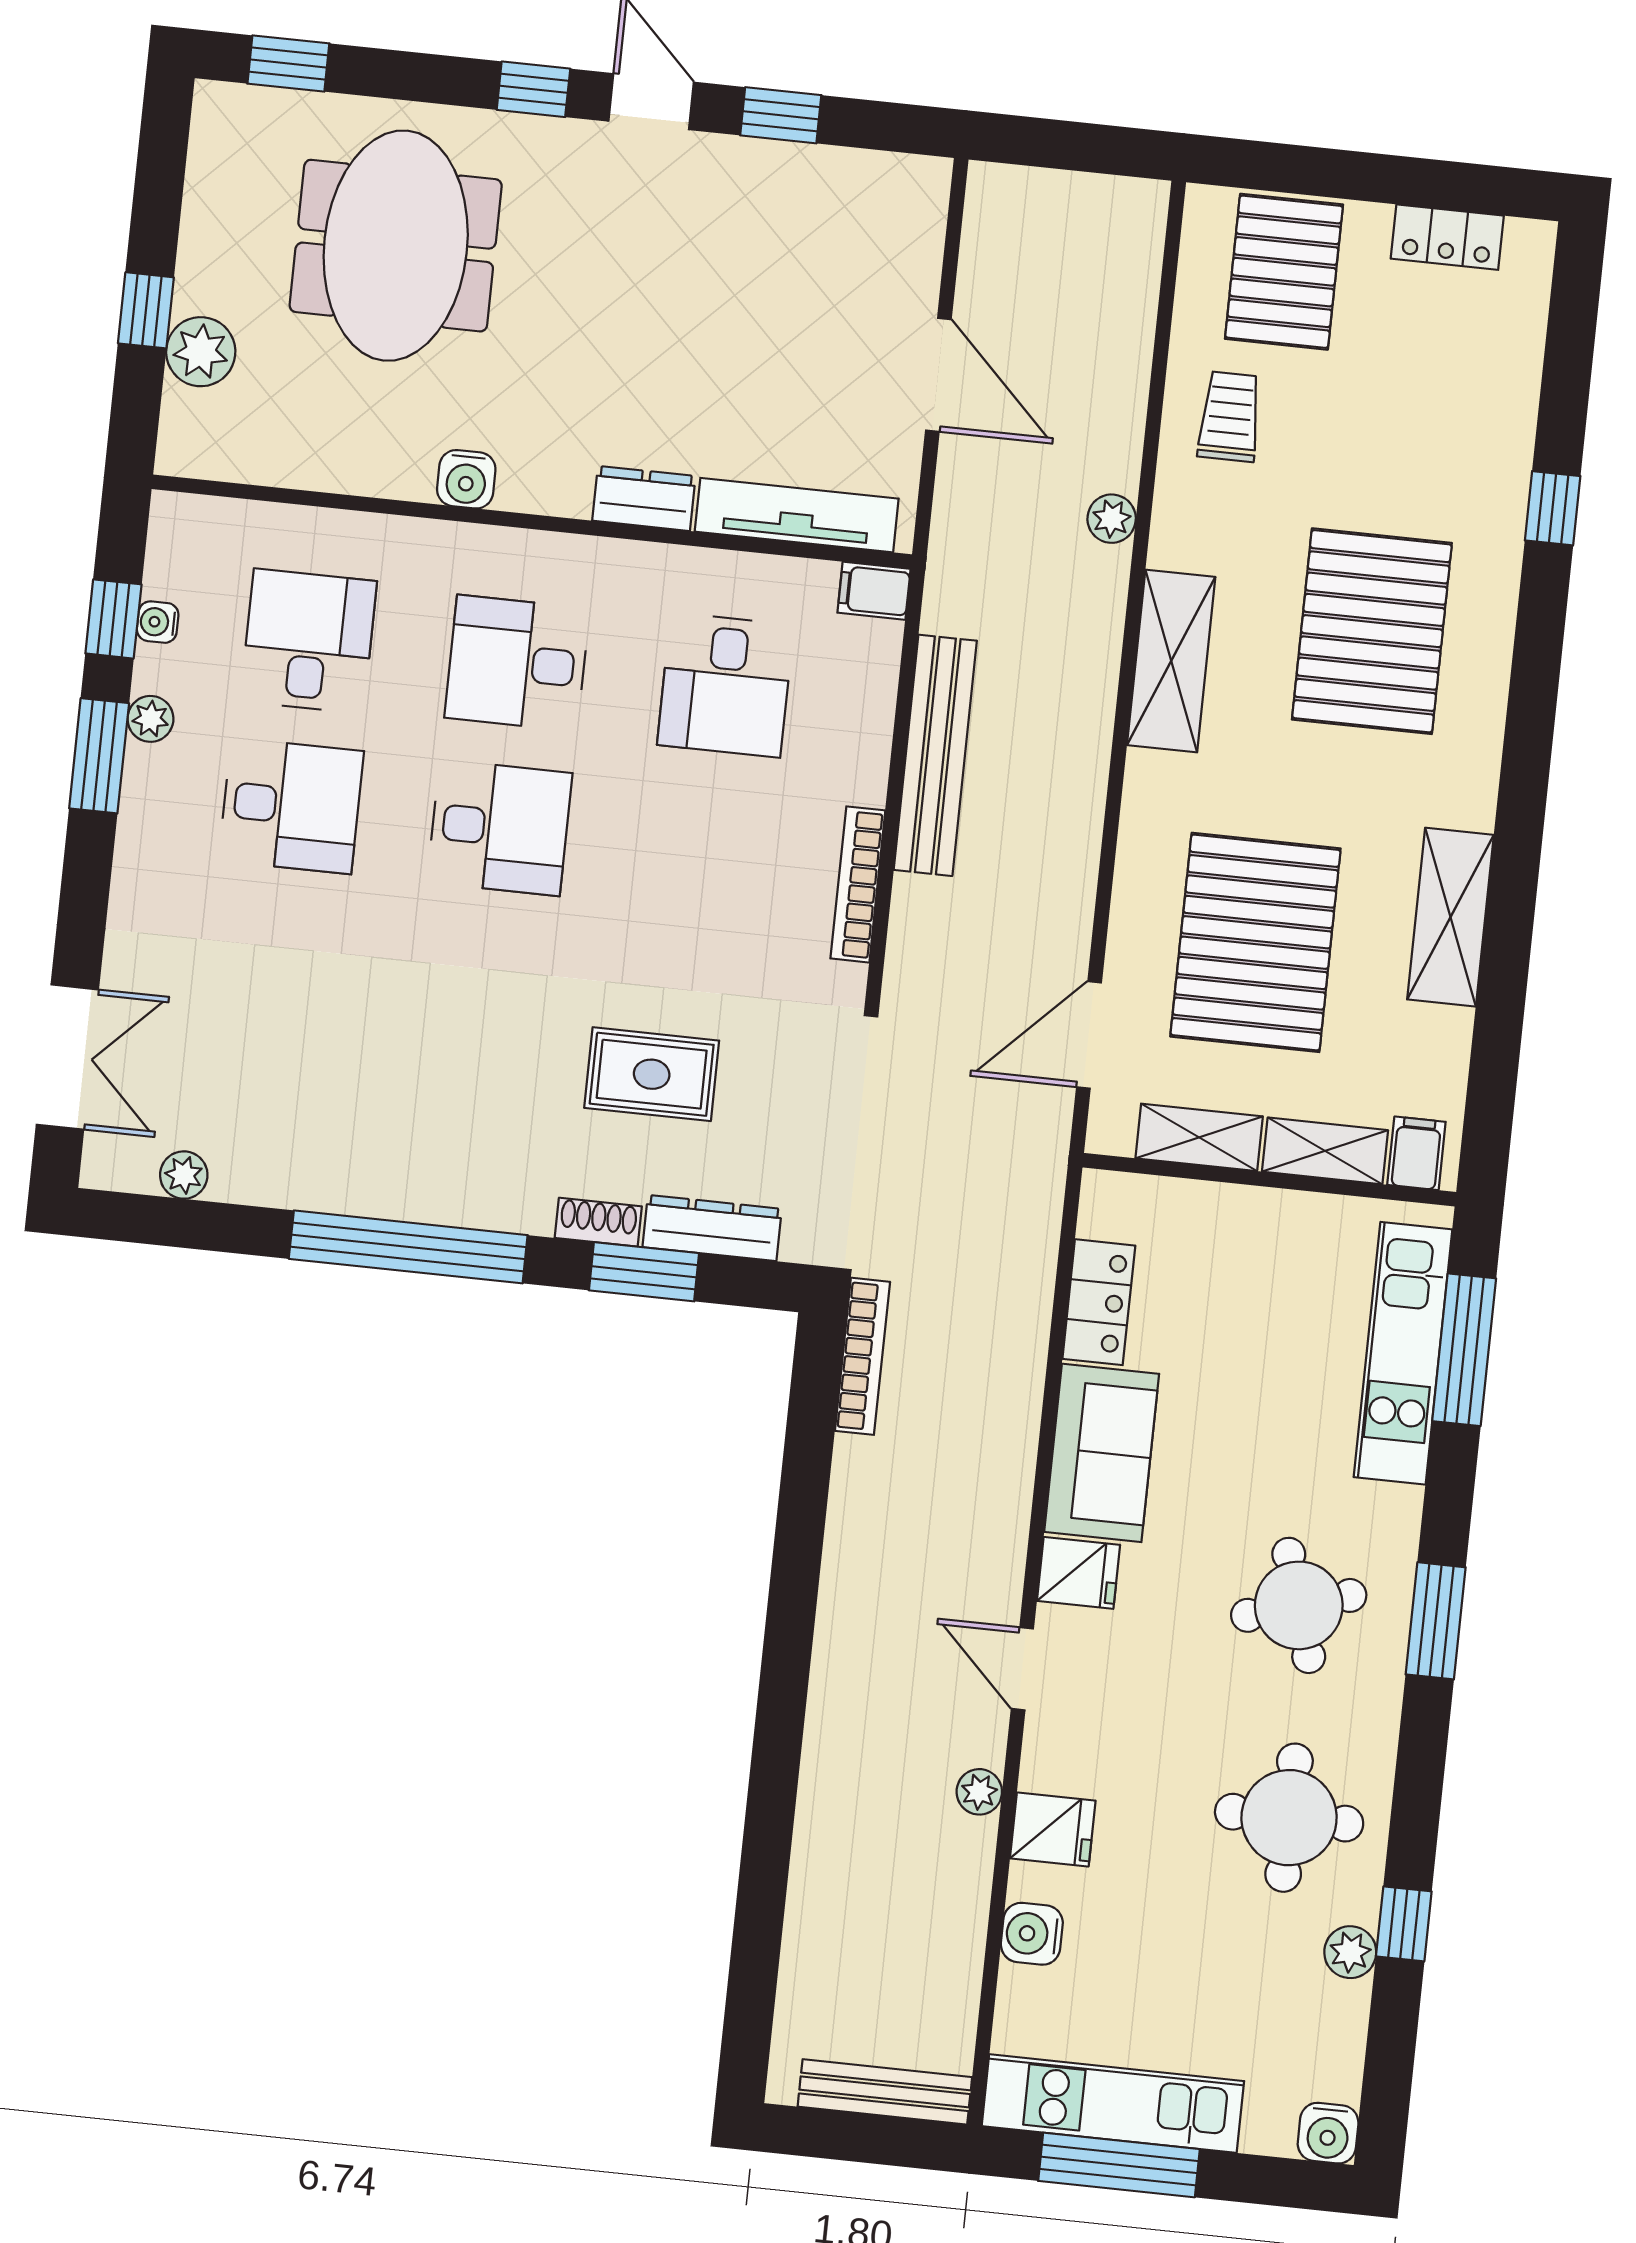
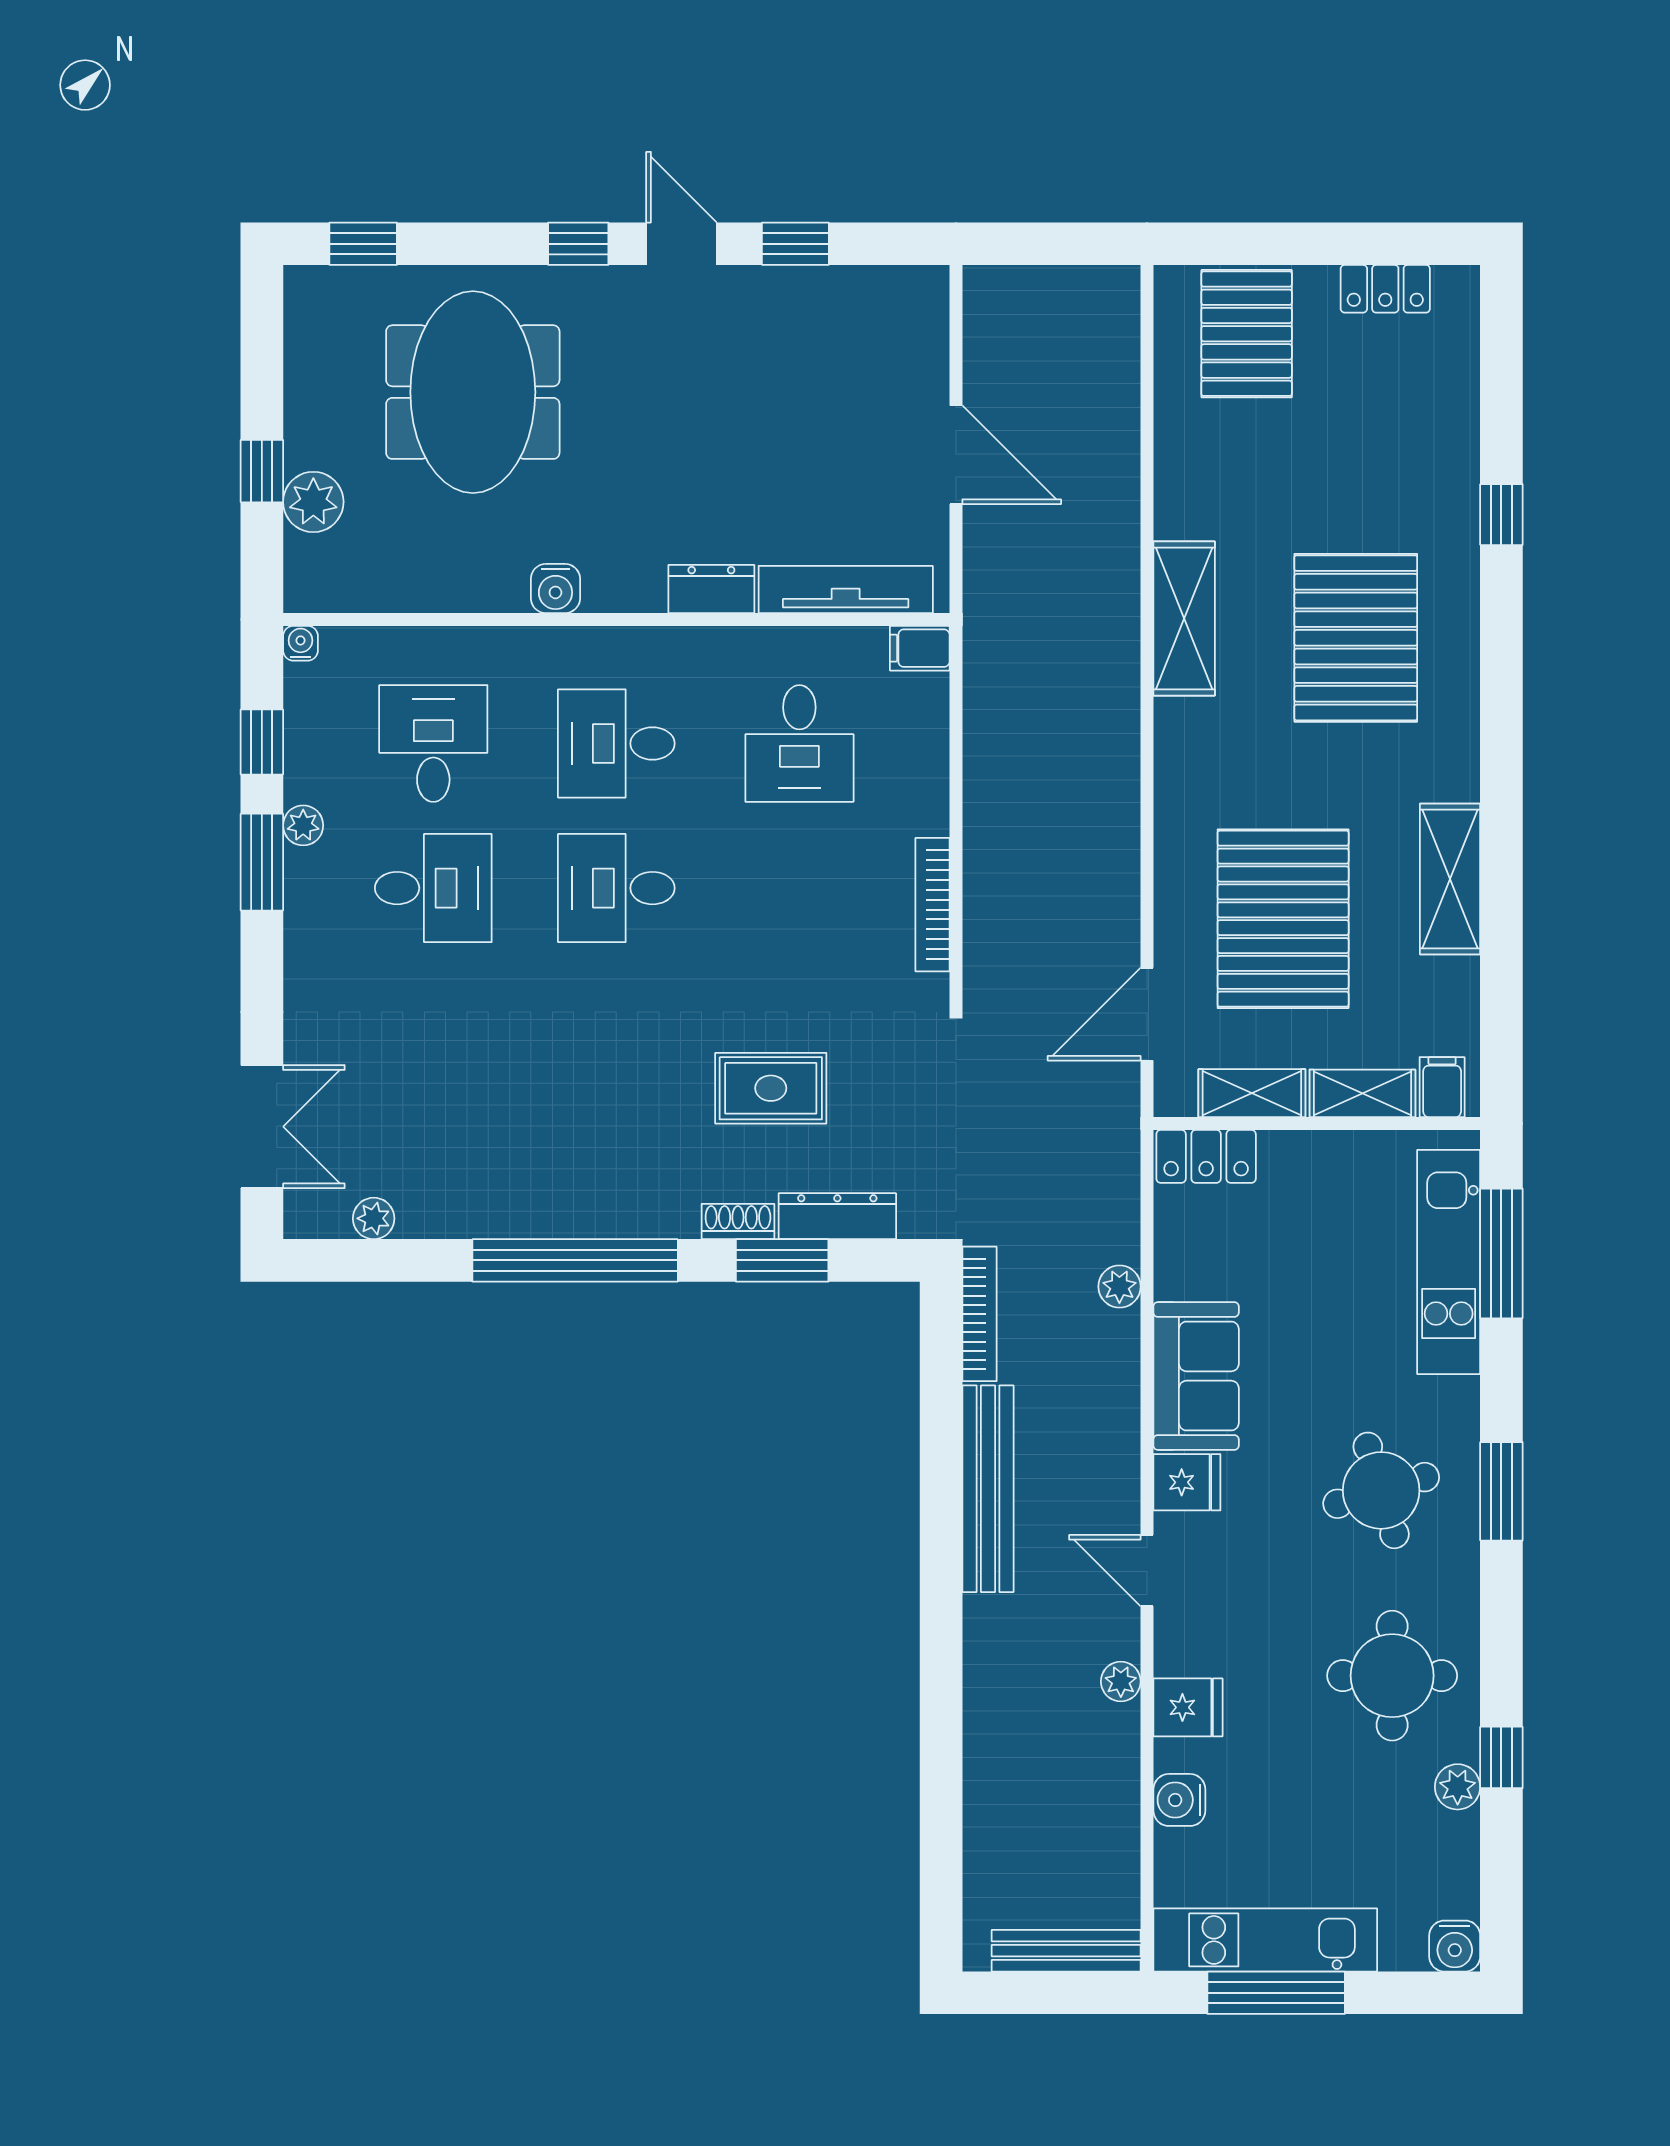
trolley: (1230, 417) -> (1213, 464), removed
plant: (1112, 519) -> (1119, 1287), moved
water cooler: (158, 622) -> (301, 643), moved, turned 90
shelving: (1171, 661) -> (1184, 619), moved
bench: (935, 755) -> (988, 1489), moved
desk: (500, 828) -> (616, 888), turned 180
locker: (1099, 1302) -> (1206, 1156), moved, turned 90

